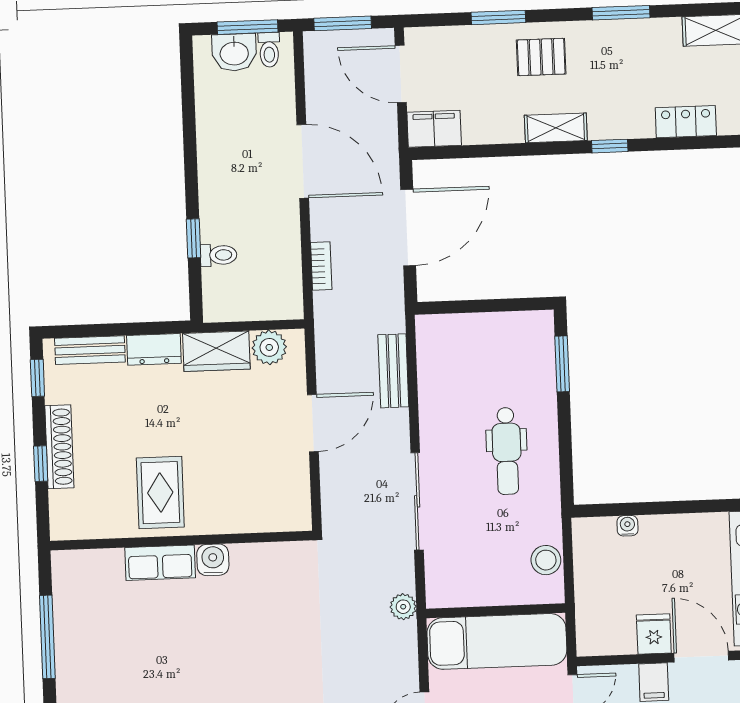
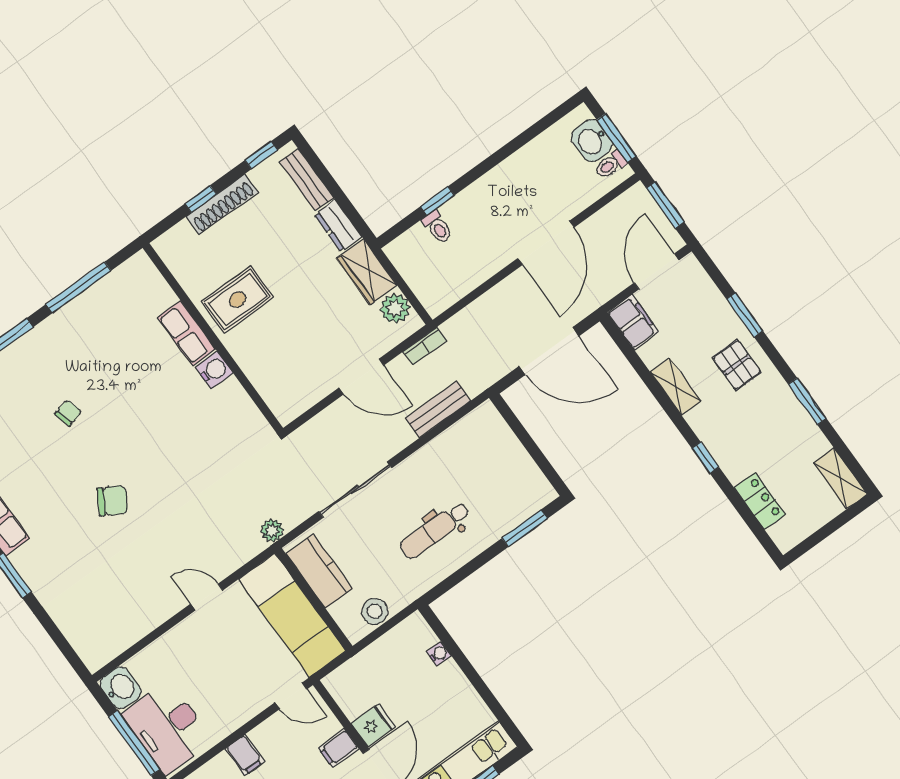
shelving: (556, 128) -> (676, 387), moved
bookcase: (321, 266) -> (425, 346), moved
kitchen counter: (472, 588) -> (319, 571), added

